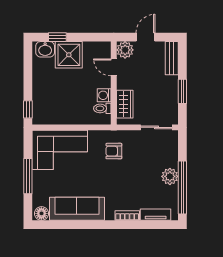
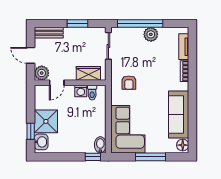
bidet: (42, 118) -> (100, 145), added
window: (182, 187) -> (140, 23), moved

